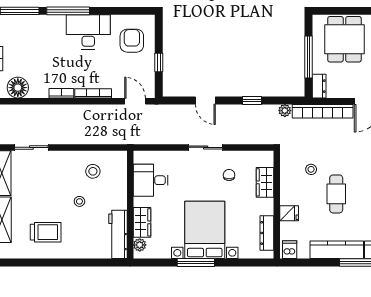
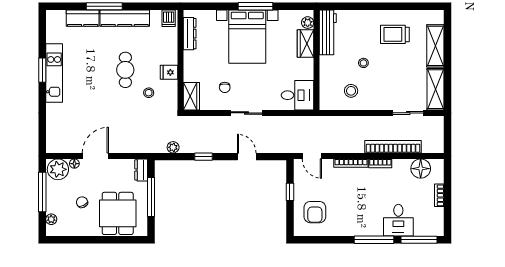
desk: (88, 32) -> (398, 220), moved, width x0.73
bookcase: (323, 111) -> (393, 147), moved
desk: (151, 180) -> (297, 95), moved
wardrobe: (265, 182) -> (191, 96), moved
fridge: (289, 213) -> (169, 72), moved

